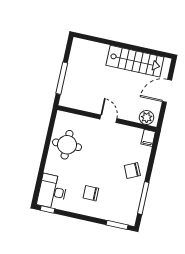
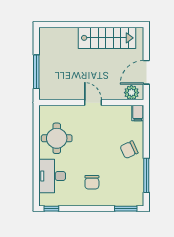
door: (167, 91) -> (146, 72), moved
desk: (52, 191) -> (52, 176), moved
chair: (91, 193) -> (92, 182), turned -90

